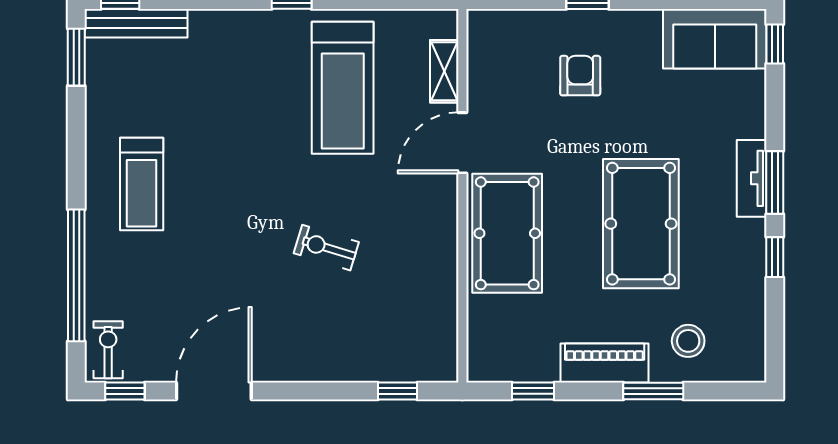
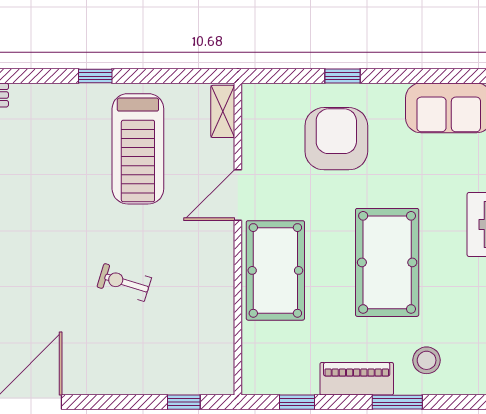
shelving: (444, 71) -> (223, 111), moved
armchair: (580, 76) -> (336, 139), width x1.88, depth x1.88

